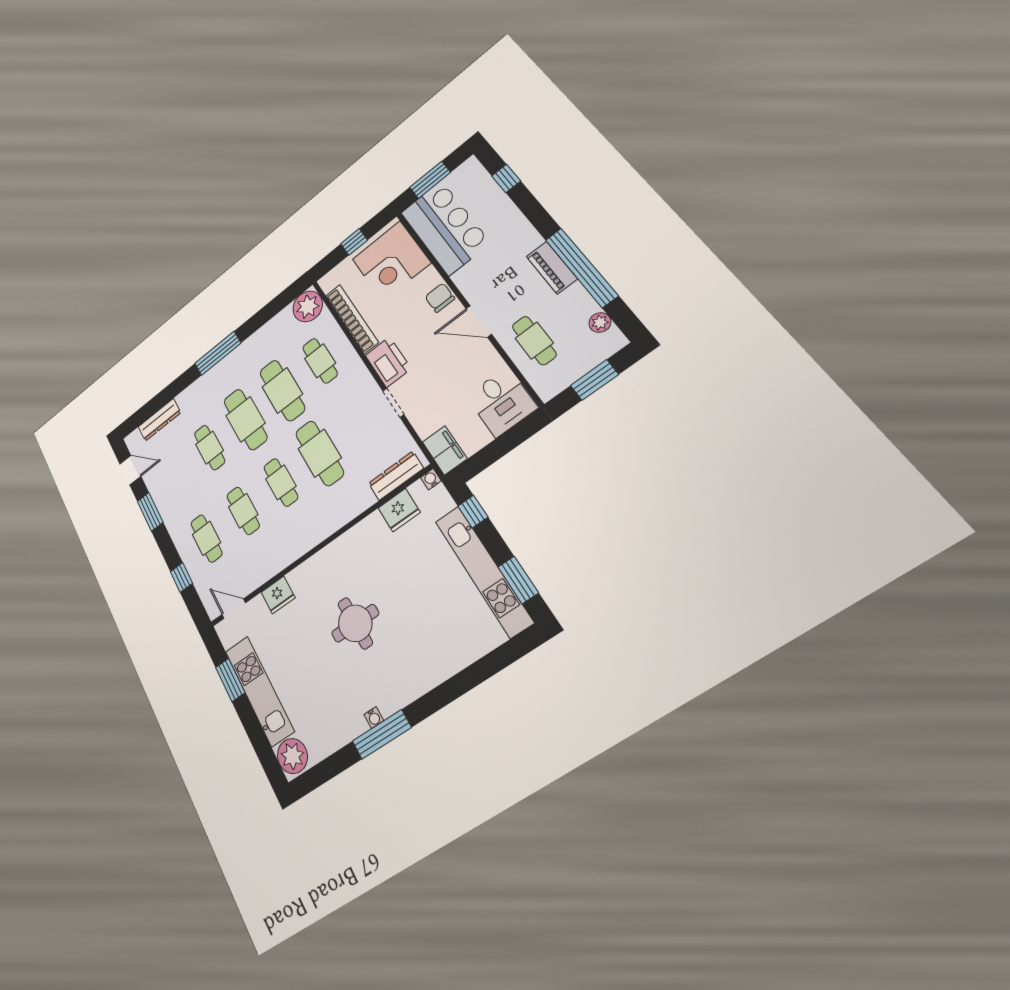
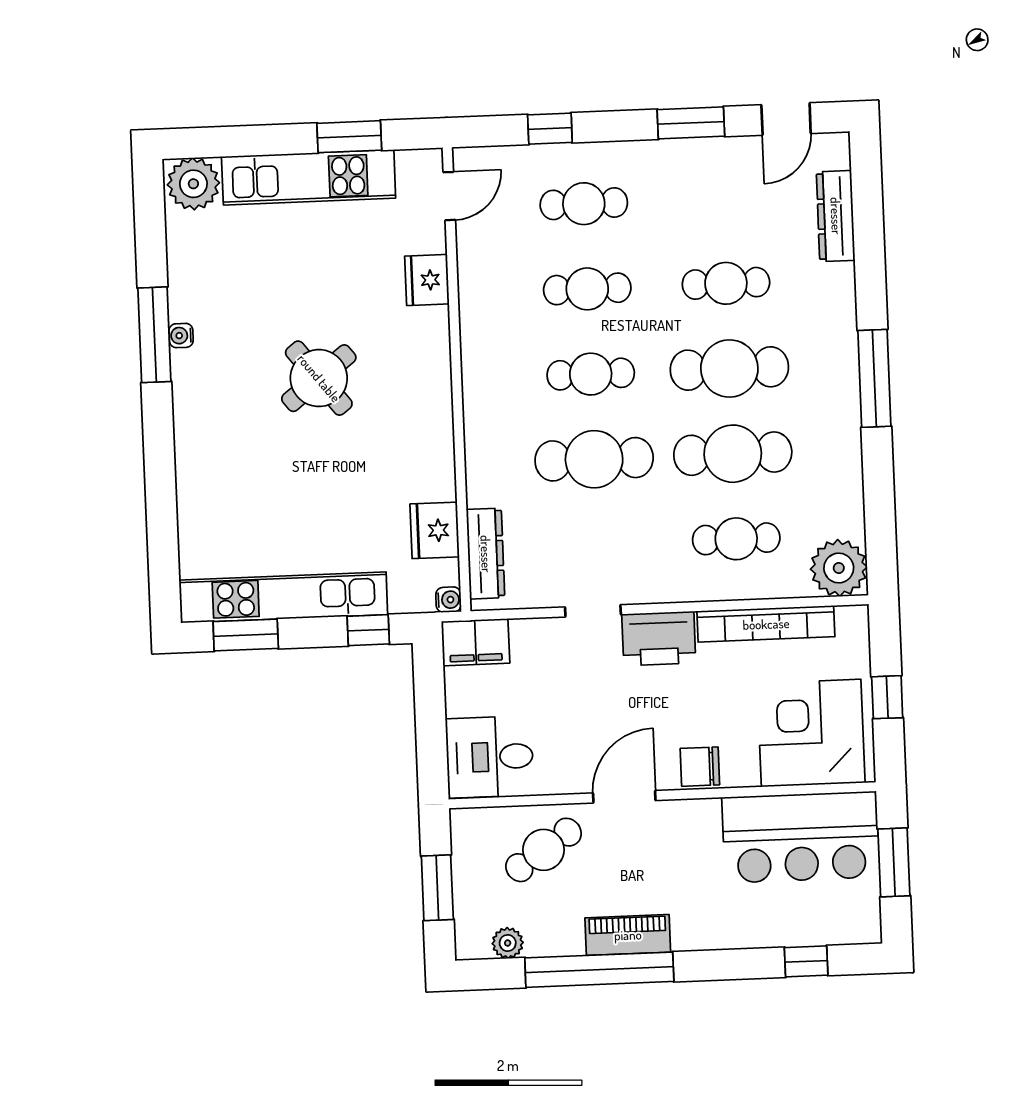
chair: (440, 298) -> (700, 767), turned 180
cafe table: (534, 341) -> (544, 850), turned -34
round table: (355, 623) -> (319, 378), turned -38

